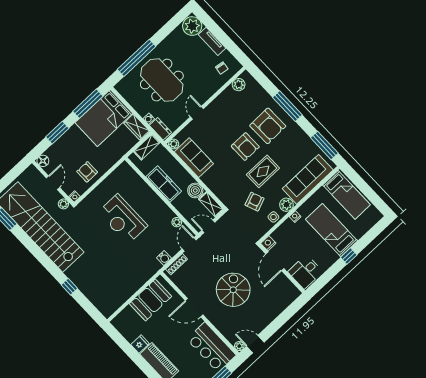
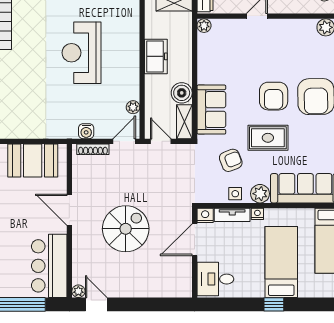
sofa: (194, 158) -> (211, 110), moved
freezer: (164, 184) -> (156, 56), width x0.71
tv unit: (282, 230) -> (232, 215), added

